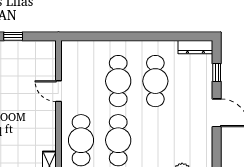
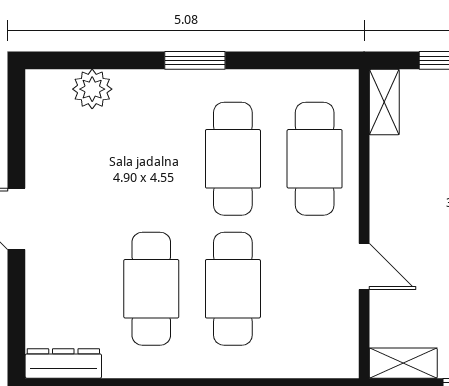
shelving: (41, 47) -> (403, 363), added
window: (217, 73) -> (16, 307), removed

